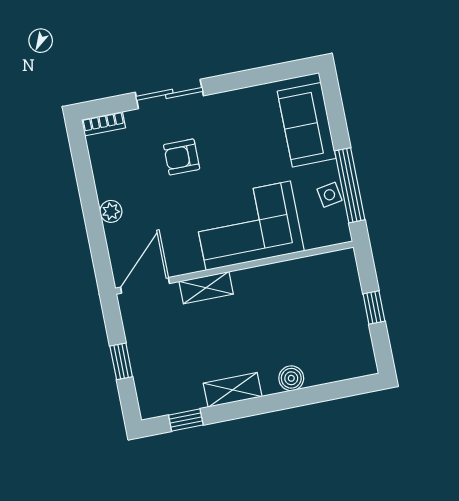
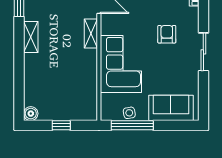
sliding door: (169, 94) -> (203, 52), moved
boiler: (291, 378) -> (31, 114), moved

